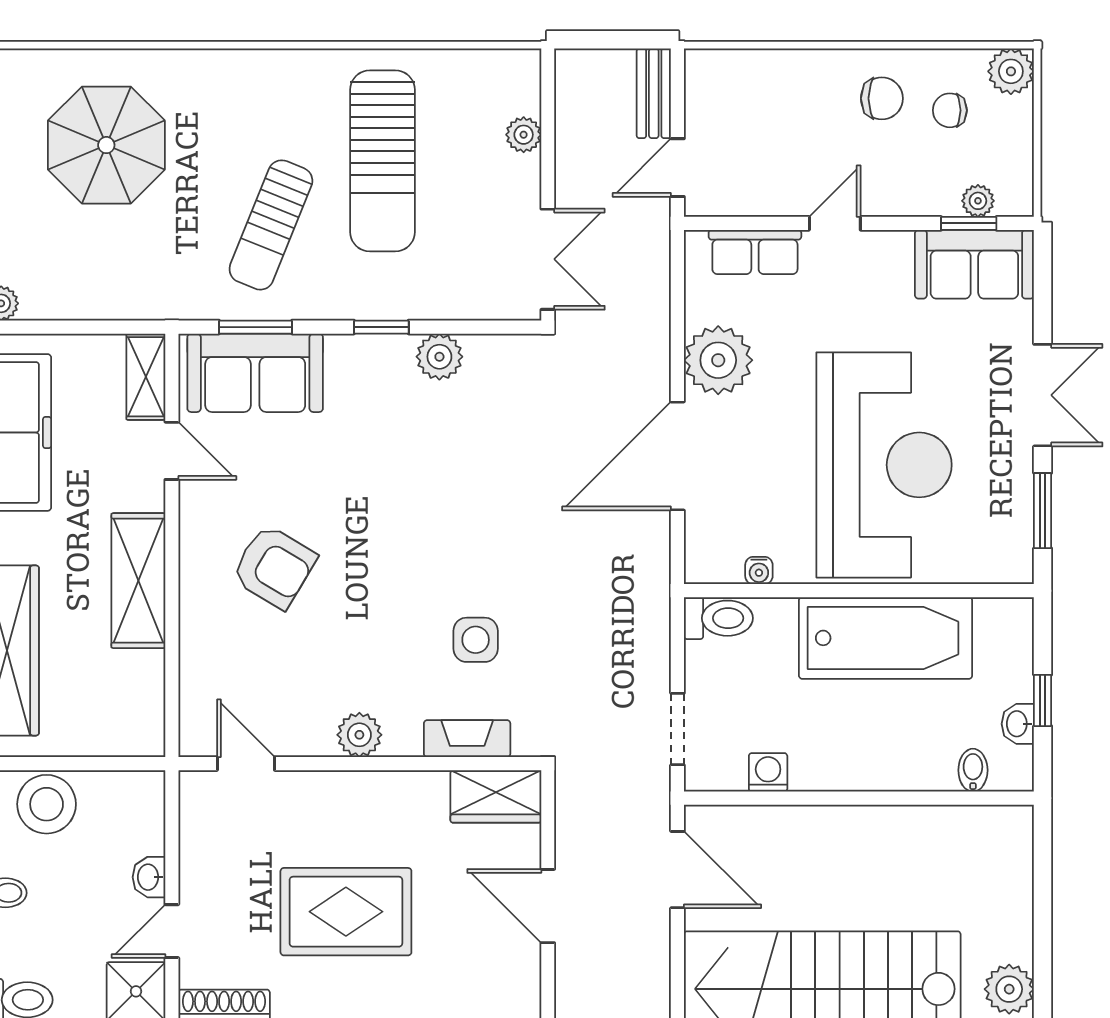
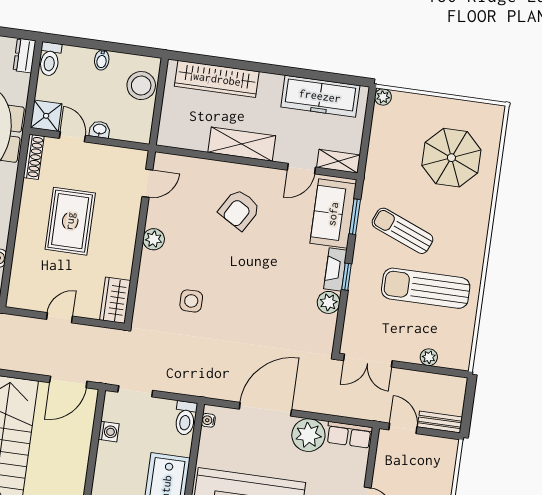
row of seats: (755, 252) -> (349, 435), moved, turned -90
door: (677, 456) -> (265, 409), hinge flipped
water cooler: (759, 571) -> (208, 420), moved
fireplace: (467, 739) -> (335, 269), moved, turned 180
door: (548, 906) -> (59, 318), width x0.73

